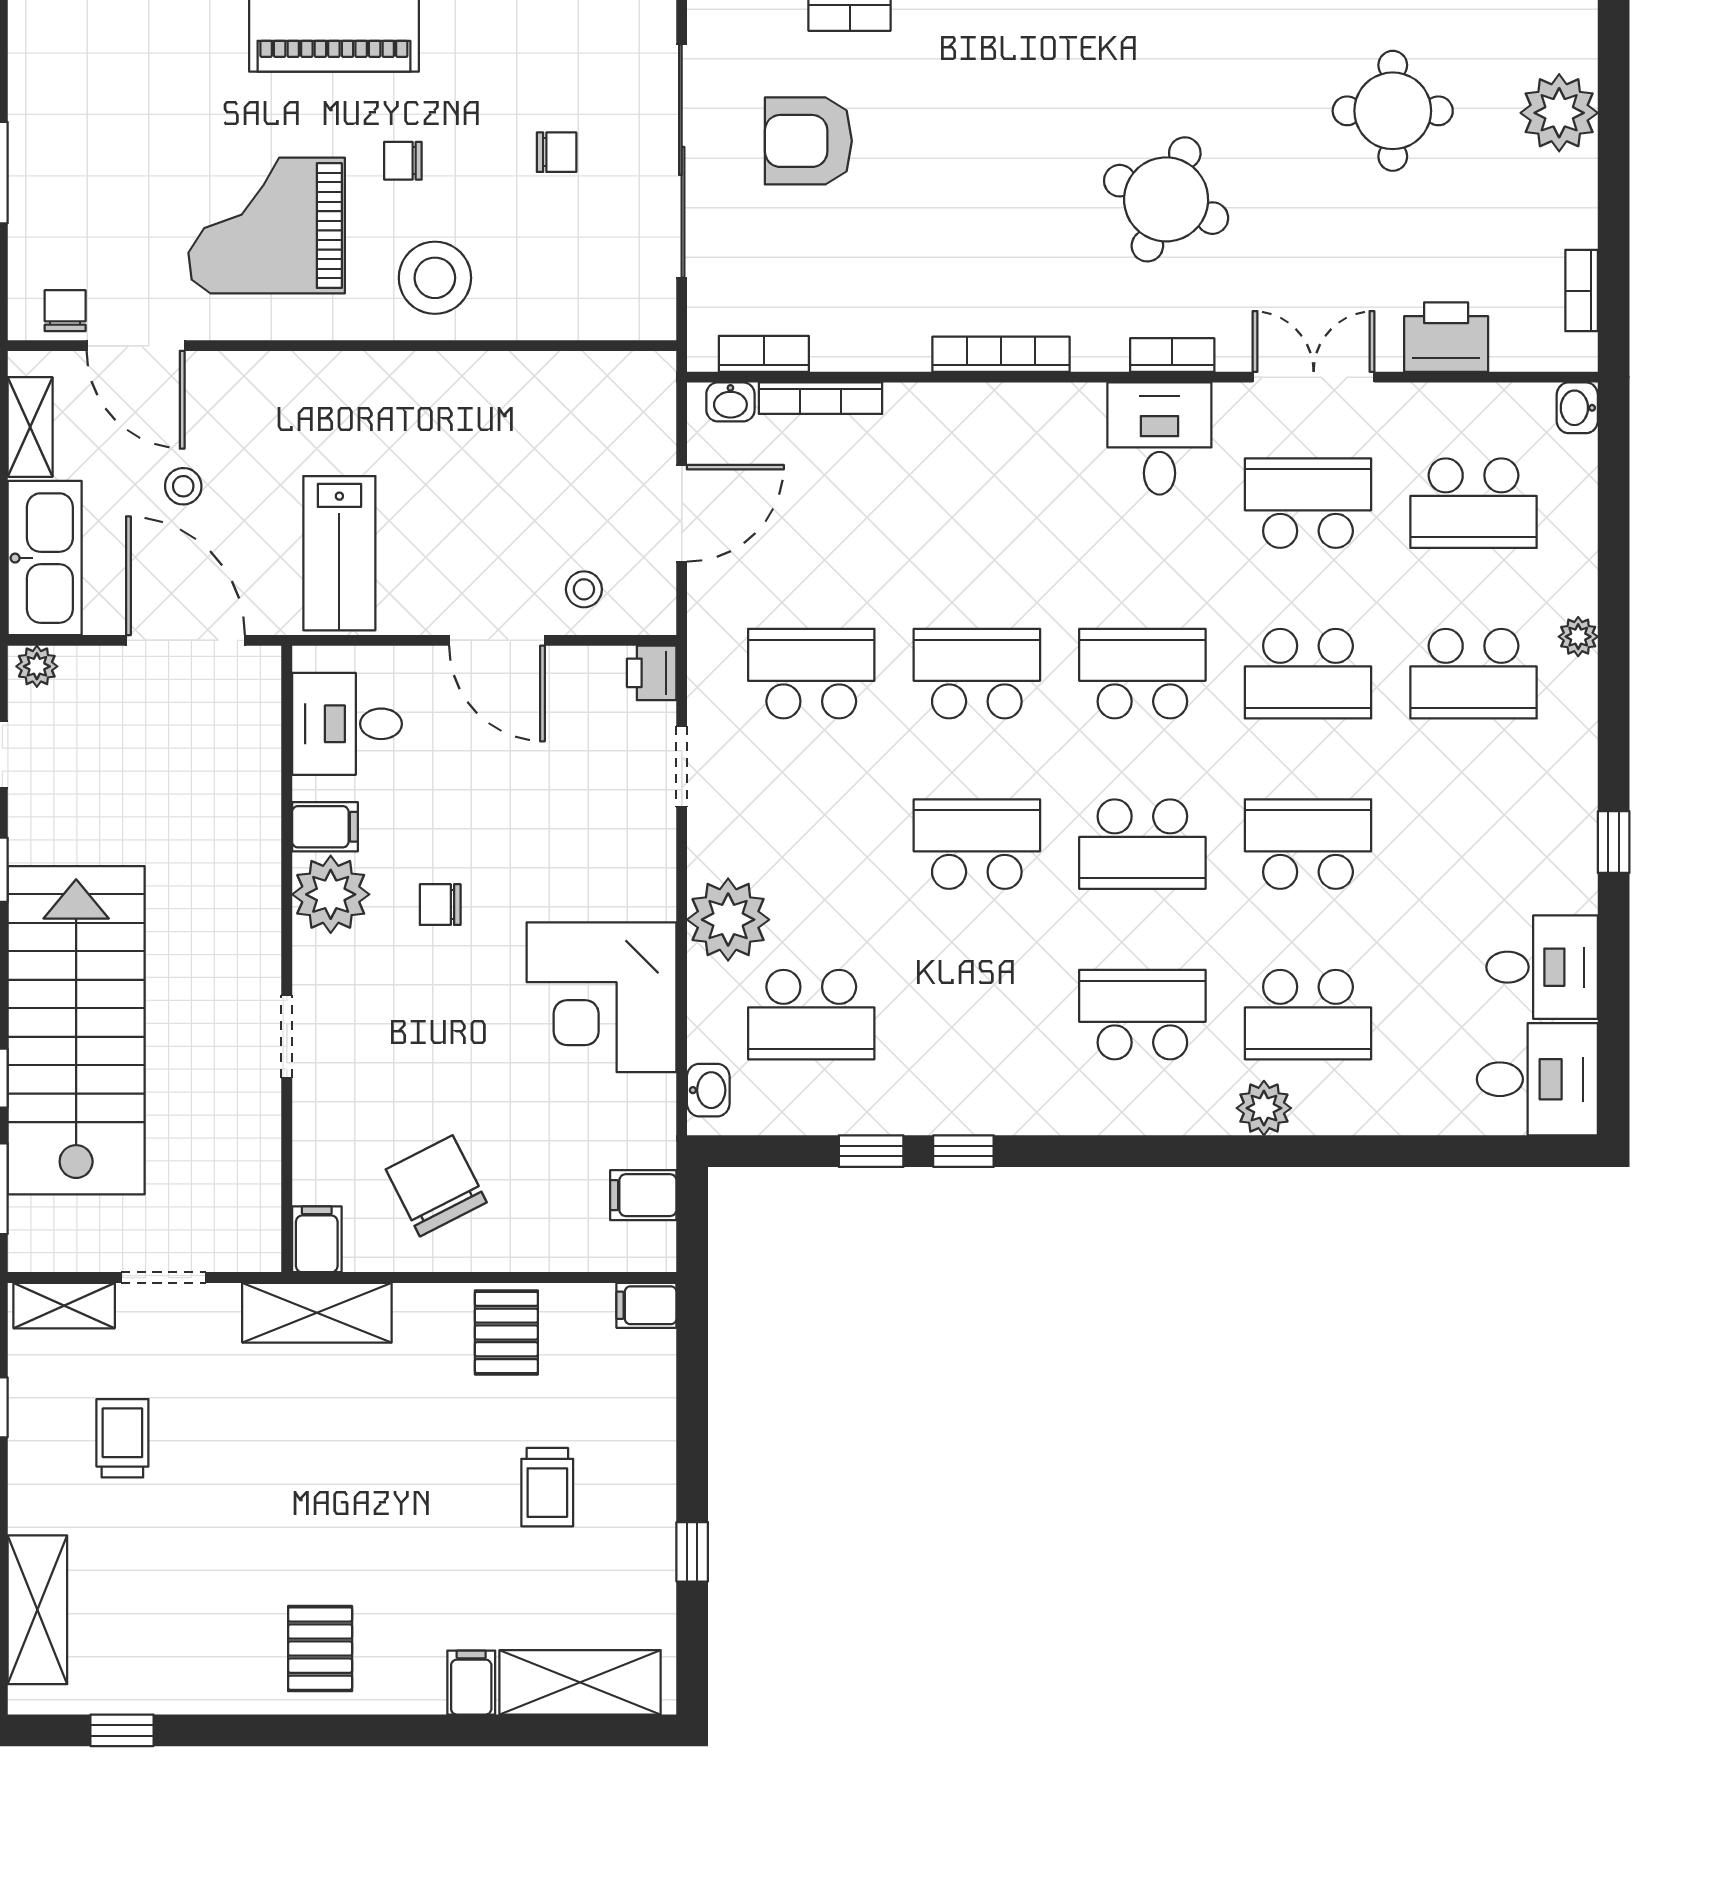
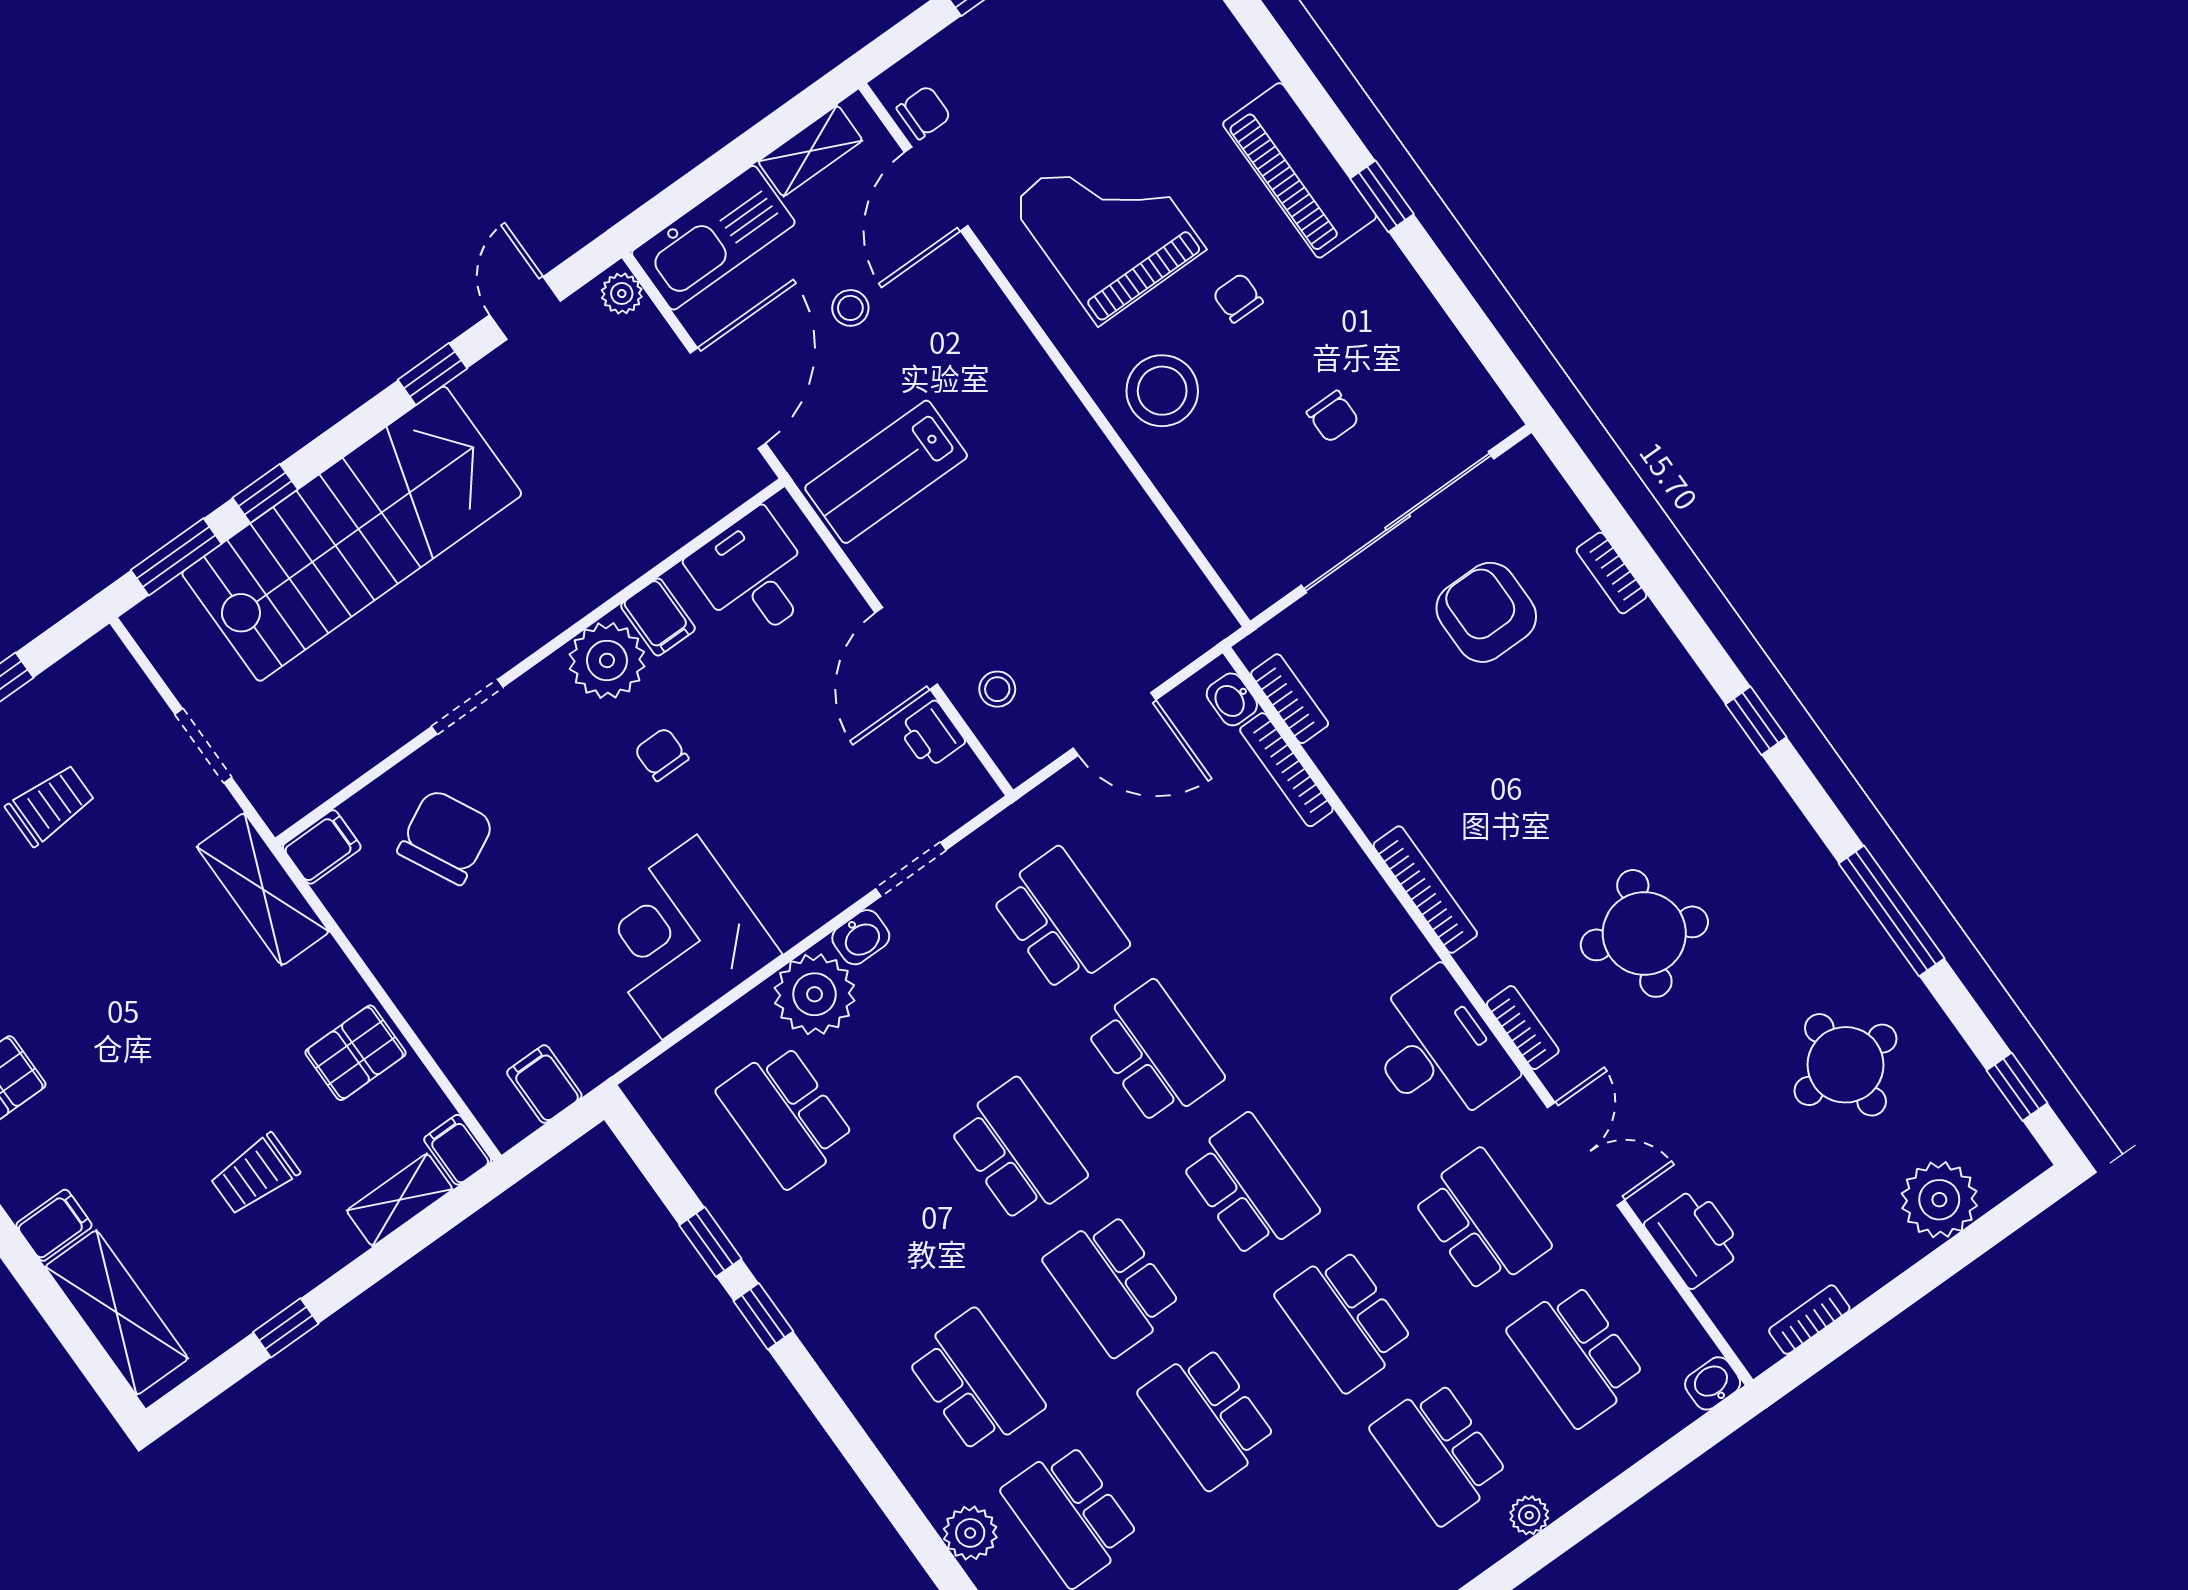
desk: (1159, 438) -> (1437, 1050), width x1.37
printer: (652, 673) -> (931, 735), moved, turned -90
school desk: (1308, 844) -> (1208, 1417), turned 180
washbasin: (708, 1090) -> (861, 937), moved
chair: (436, 1186) -> (446, 837), moved
shelving: (64, 1306) -> (400, 1200), moved, turned 90

